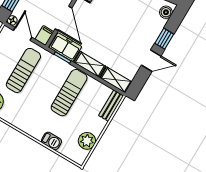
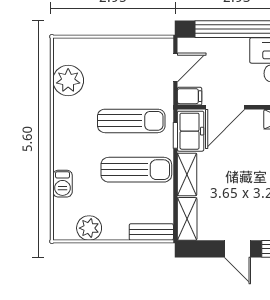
floor lamp: (12, 20) -> (184, 45), removed
sun lounger: (23, 70) -> (131, 121), moved

